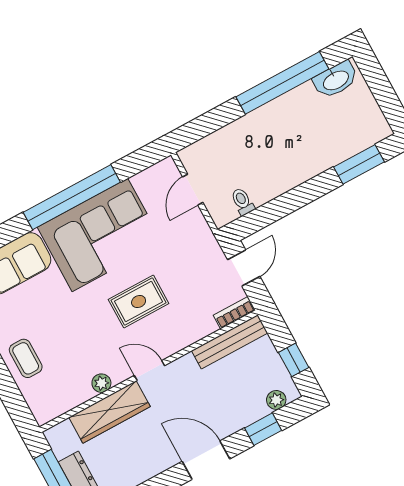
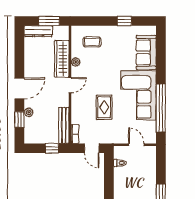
window: (72, 197) -> (161, 108), moved
rug: (139, 301) -> (104, 107), moved
coffee table: (26, 358) -> (92, 42), moved
window: (294, 360) -> (52, 148), moved
plant: (276, 400) -> (29, 112), moved

